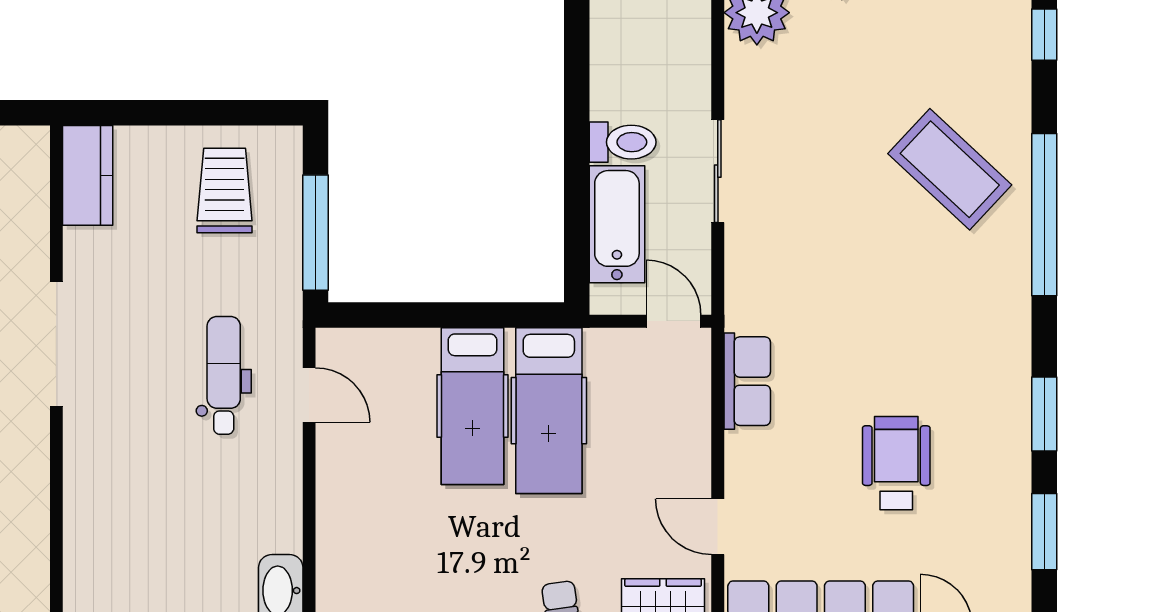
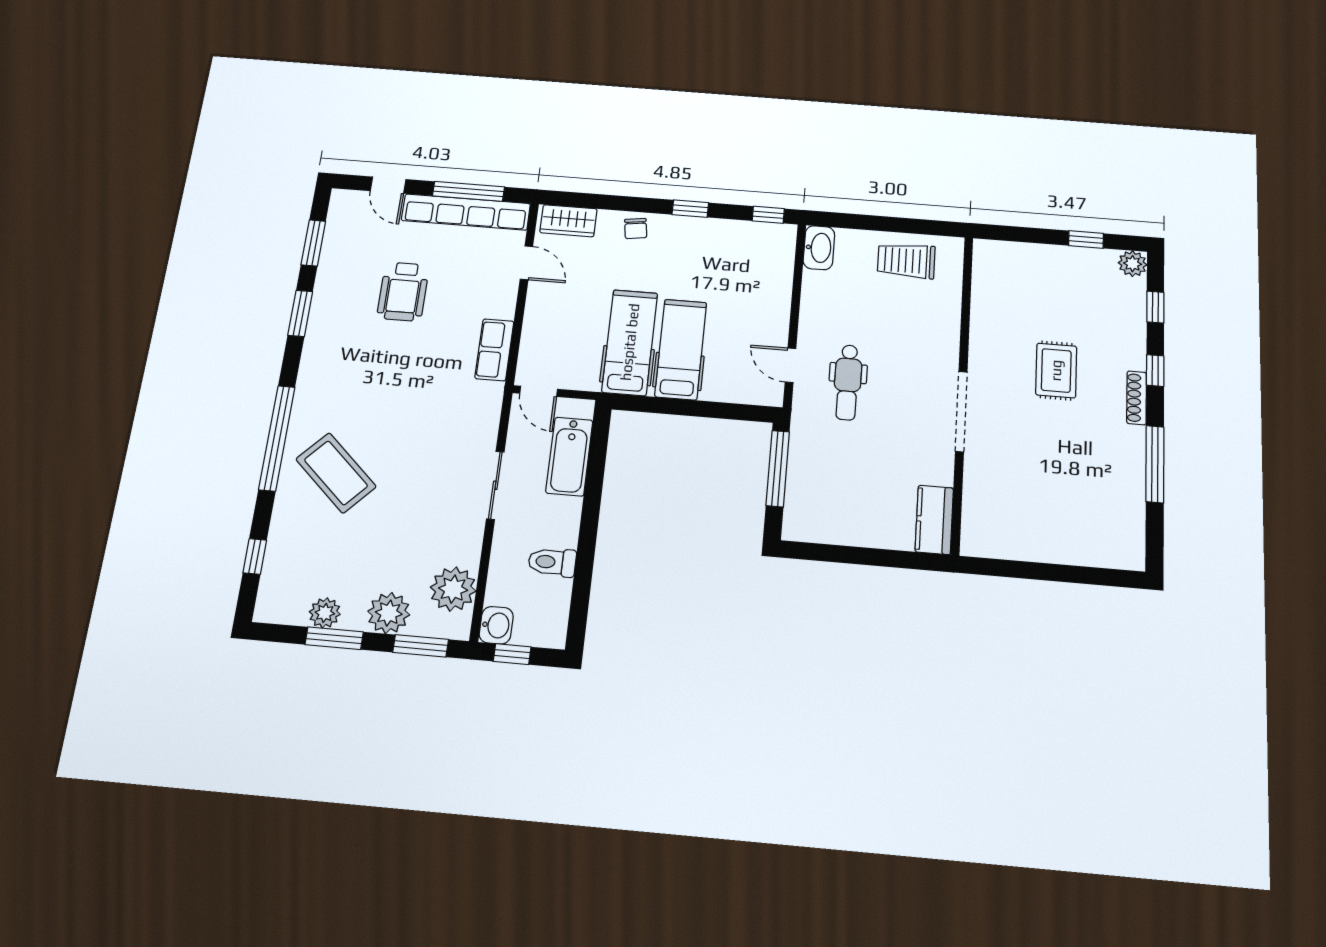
toilet: (623, 142) -> (552, 562), moved
trolley: (225, 190) -> (906, 261), moved, turned 90

